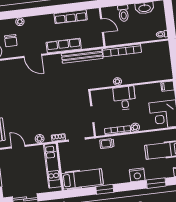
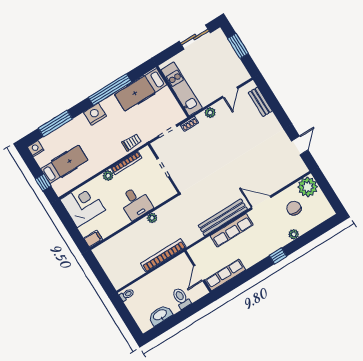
window: (39, 11) -> (278, 256), added
row of seats: (71, 17) -> (225, 275), moved
door: (102, 25) -> (199, 273), hinge flipped
bench: (82, 56) -> (223, 217), moved
door: (18, 147) -> (230, 92), hinge flipped
nightstand: (137, 175) -> (95, 114), moved
window: (156, 183) -> (55, 123), width x1.44
window: (105, 189) -> (110, 90), width x2.11

